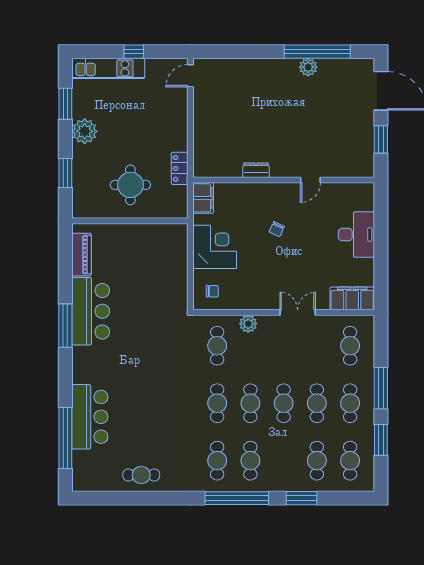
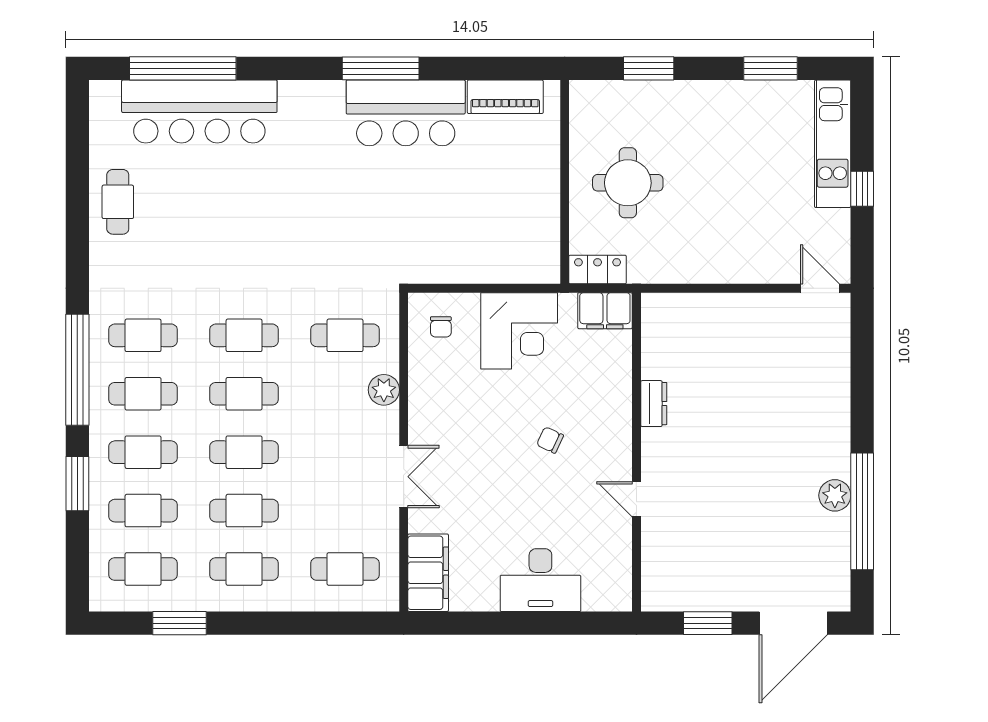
plant: (85, 131) -> (722, 102), removed
locker: (180, 168) -> (598, 270), moved
window: (381, 388) -> (271, 623), removed
bar counter: (90, 417) -> (199, 111), width x1.36
cafe table: (284, 461) -> (143, 452), added

